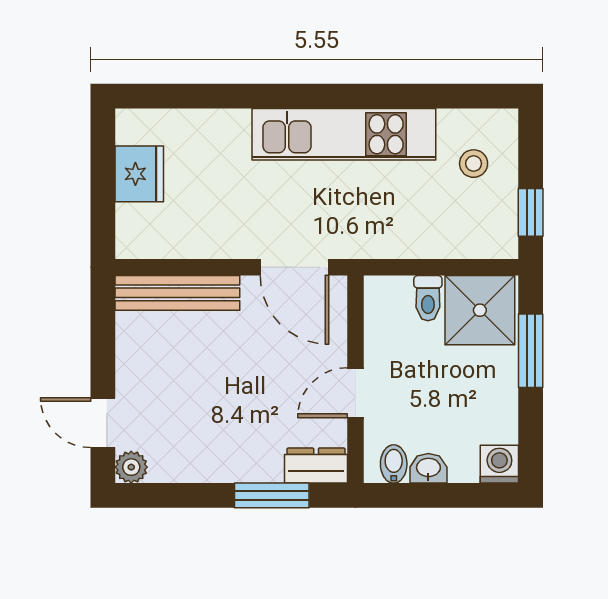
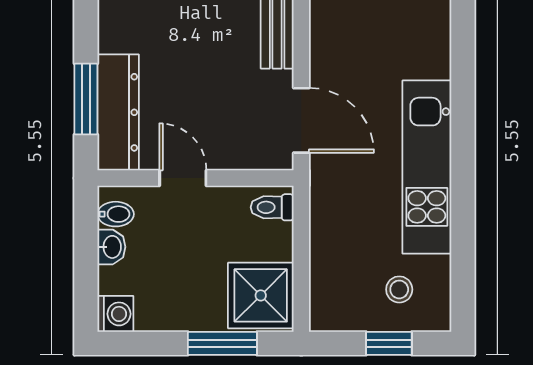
window: (531, 212) -> (389, 343), moved
door: (294, 267) -> (301, 120), swing flipped
toilet: (428, 298) -> (272, 207), moved
dresser: (316, 466) -> (118, 112), width x1.96, depth x1.24

